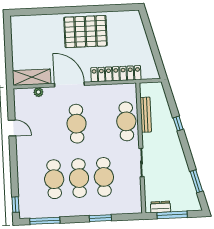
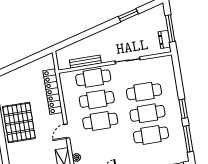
door: (69, 84) -> (67, 131), width x0.53
cafe table: (101, 123) -> (97, 99), added
window: (178, 124) -> (90, 32), removed
window: (196, 181) -> (128, 15), moved
window: (100, 218) -> (183, 109), moved

